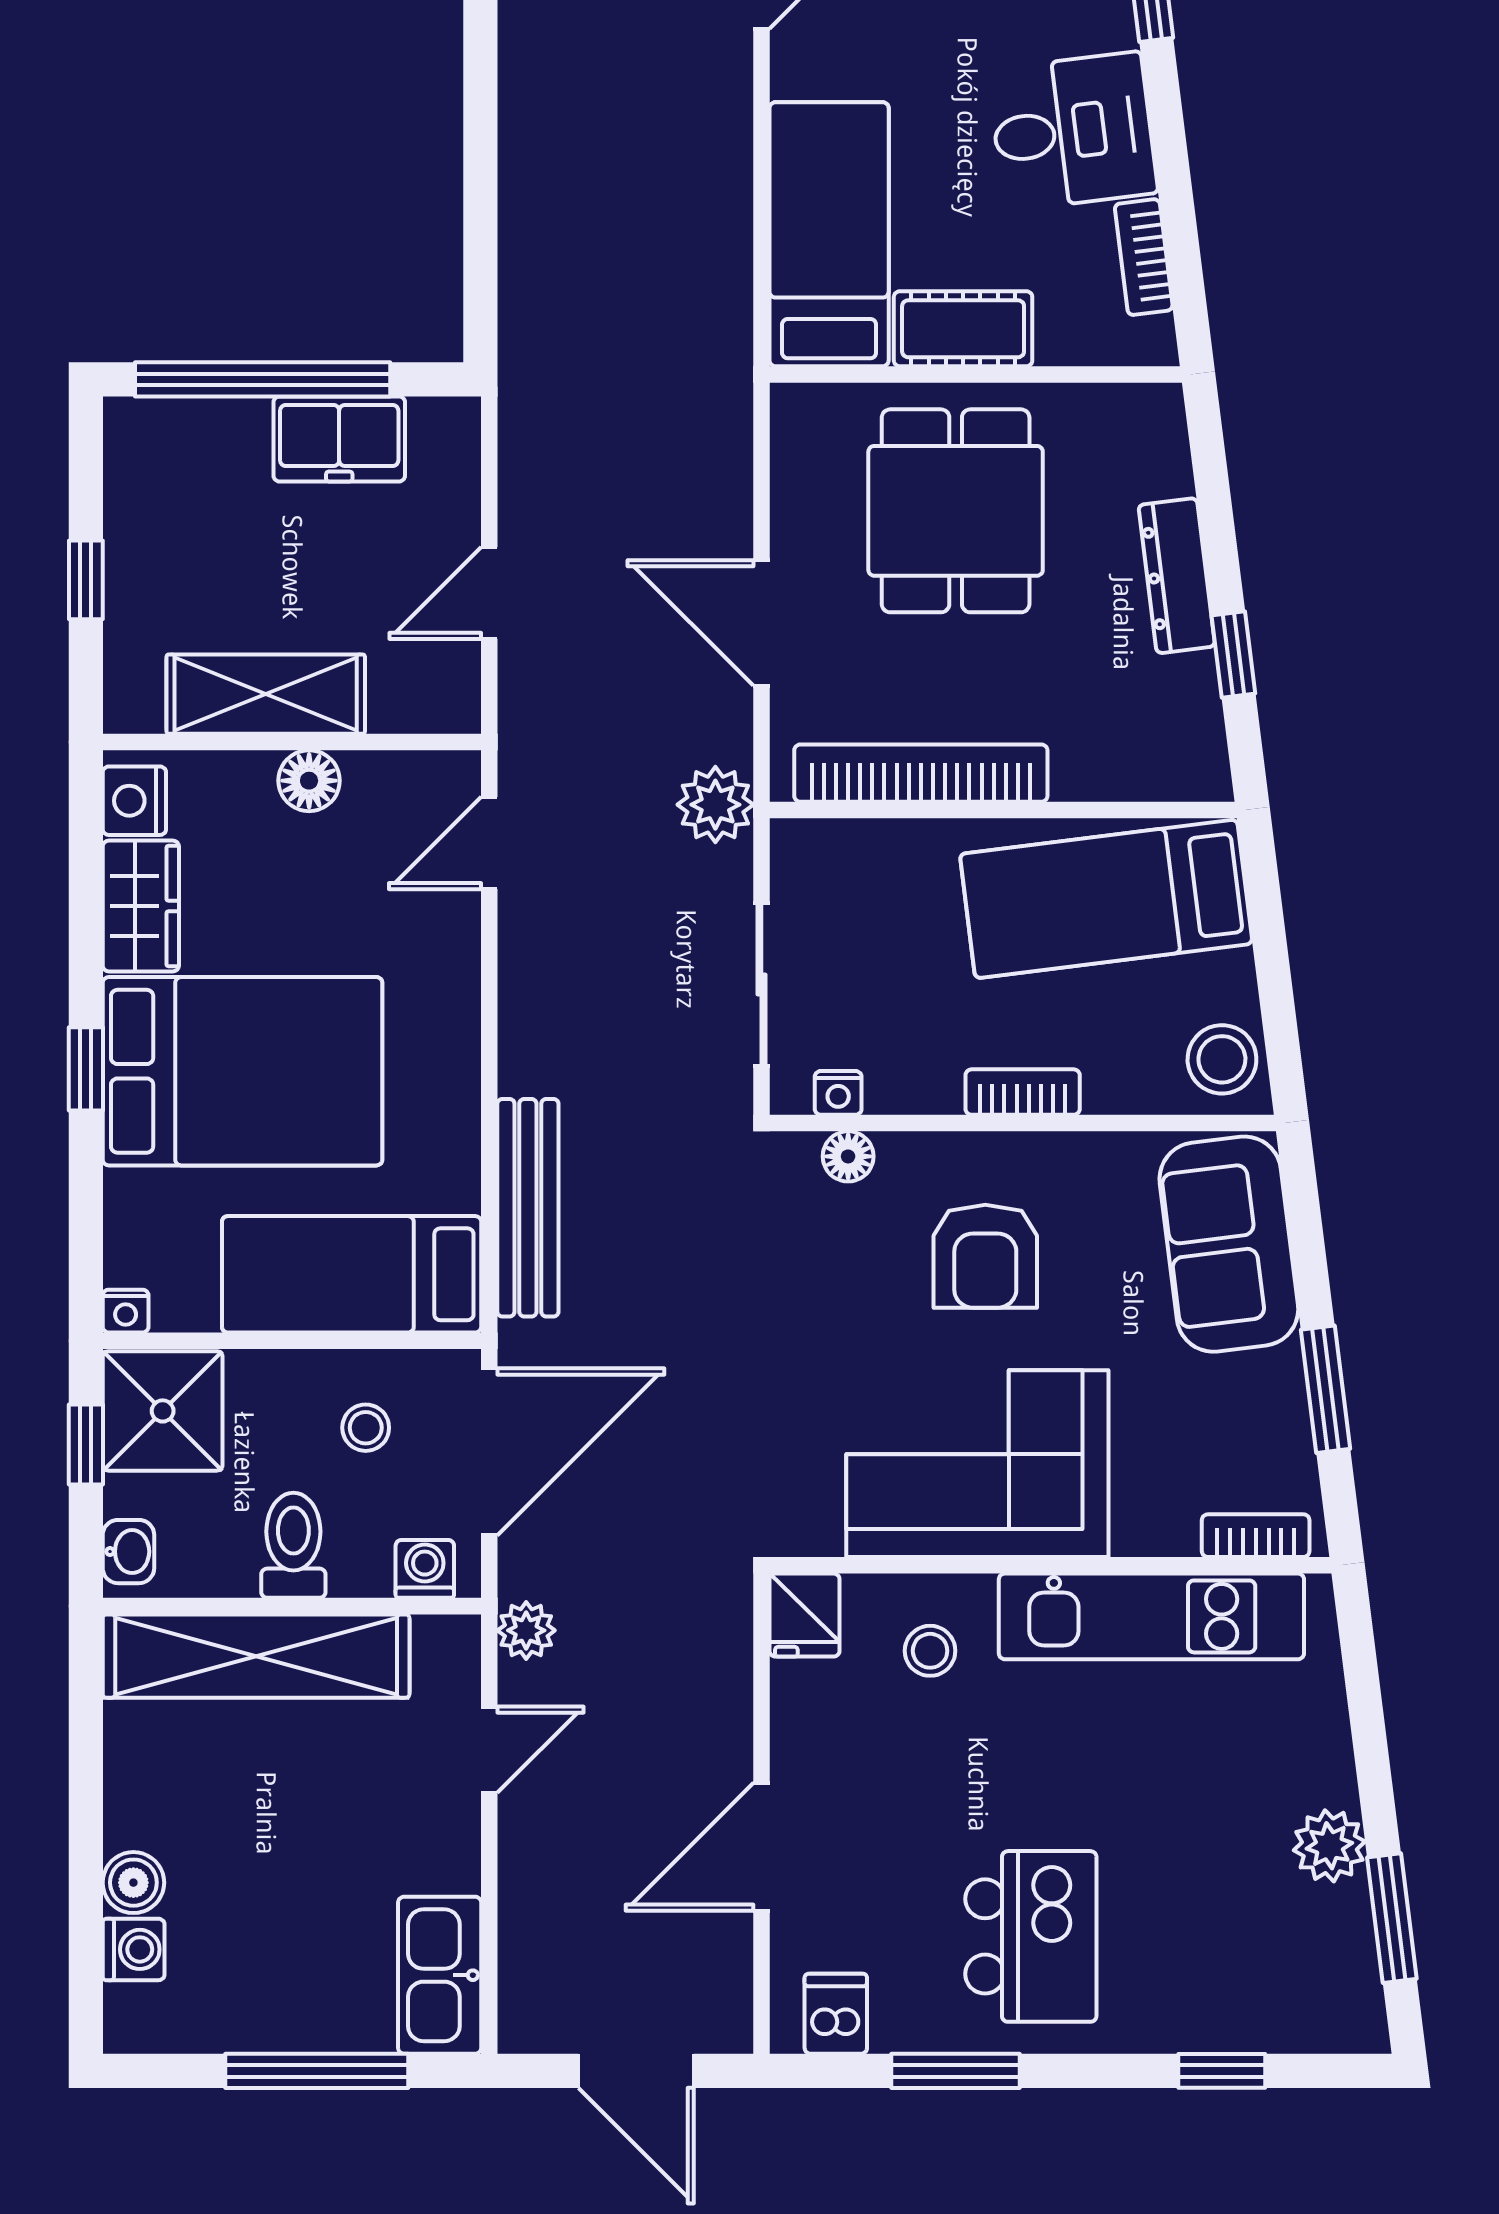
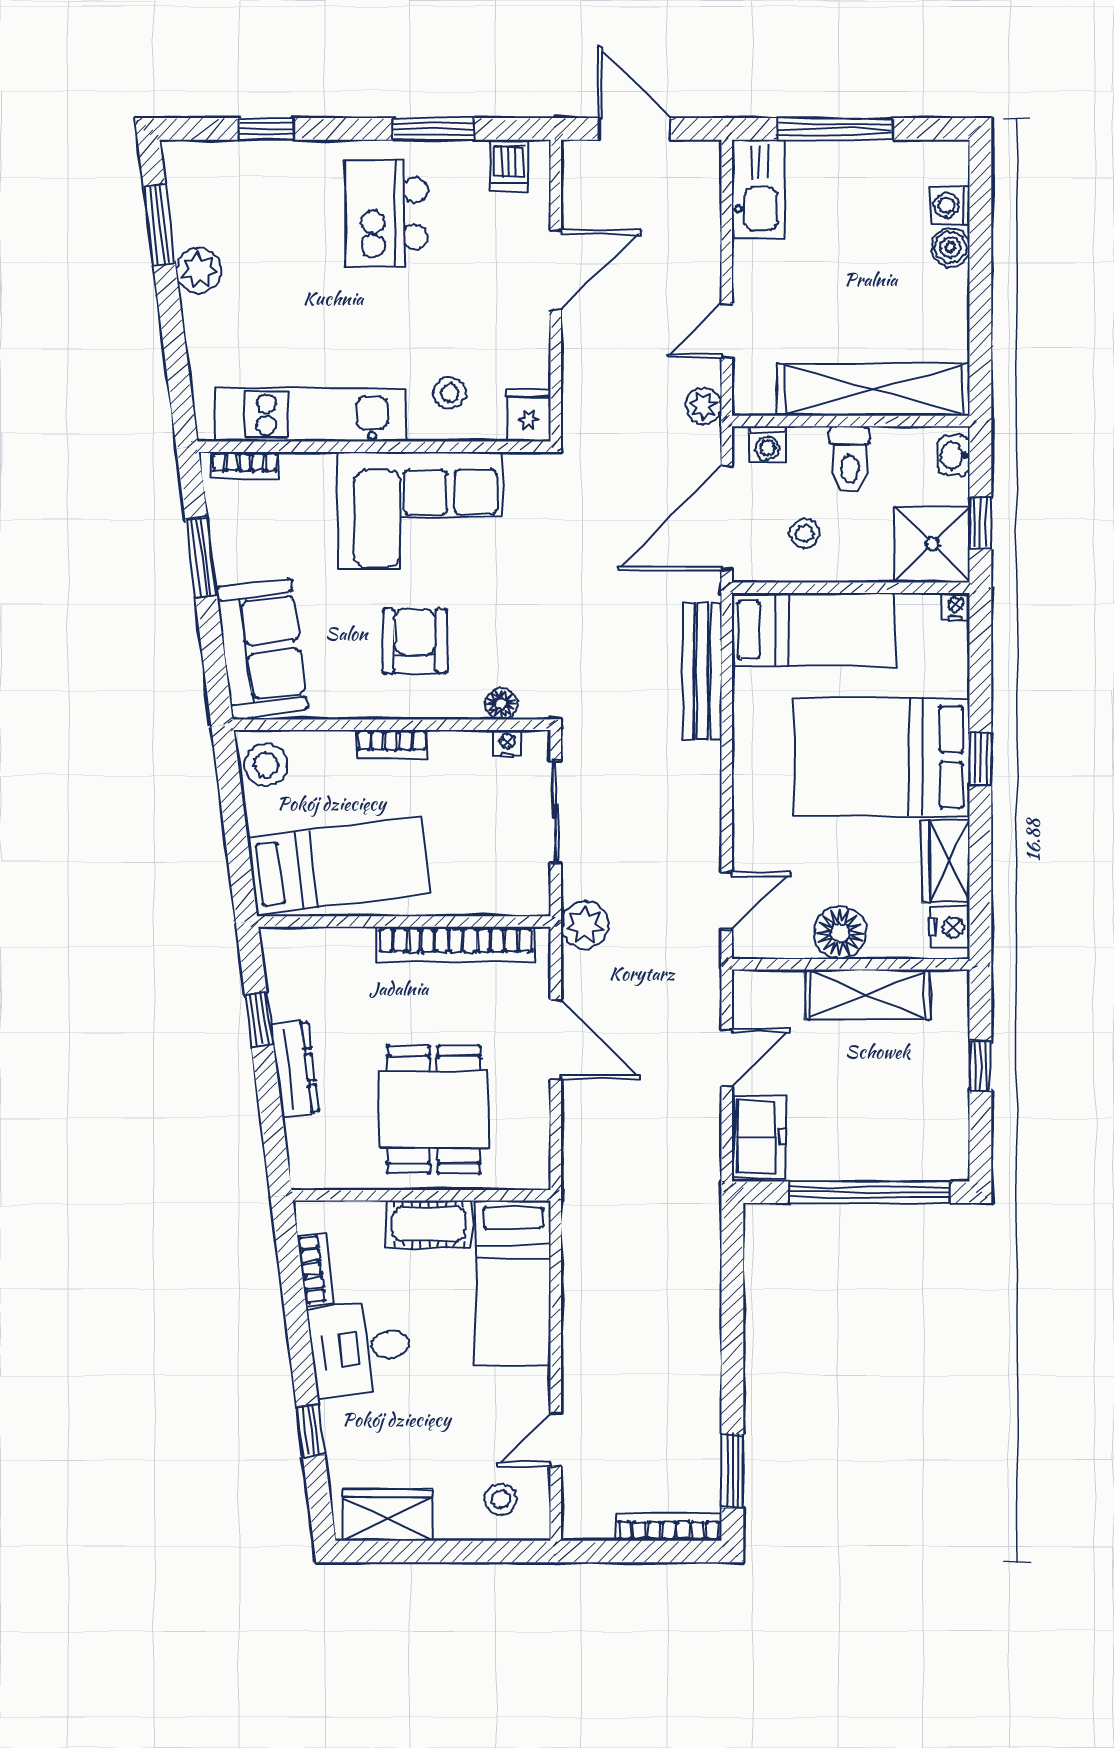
freezer: (339, 439) -> (759, 1137), moved, turned 90
floor lamp: (309, 781) -> (840, 933), width x1.38, depth x1.38

